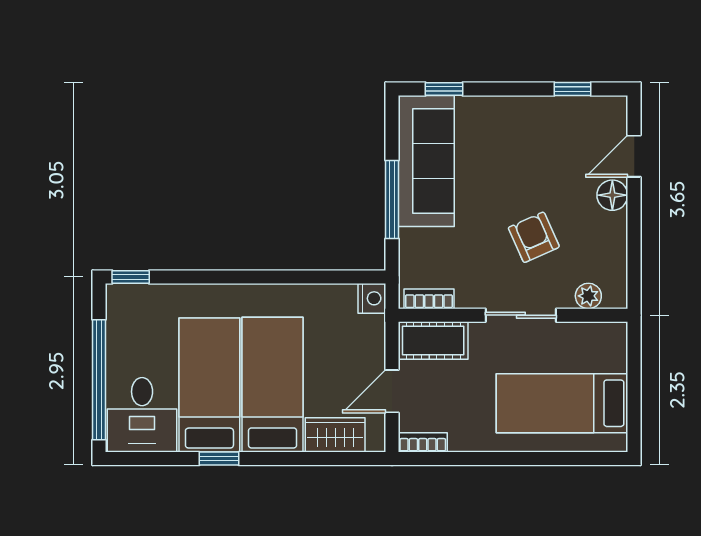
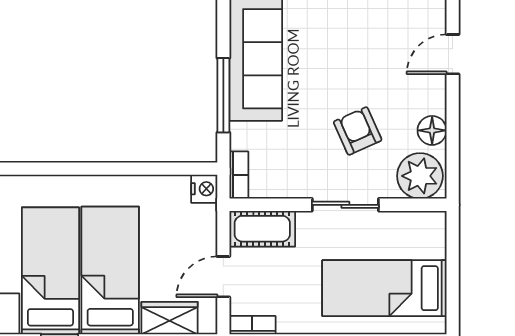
floor lamp: (612, 195) -> (432, 130), moved
plant: (588, 296) -> (420, 176), width x1.88, depth x1.88
bookcase: (429, 299) -> (239, 175), moved, turned 90

